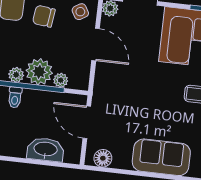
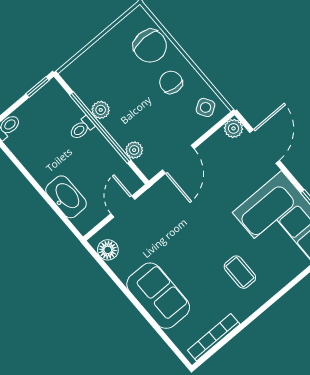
door: (96, 45) -> (178, 159), moved
plant: (39, 72) -> (123, 126), removed
door: (87, 122) -> (123, 206), width x0.73

